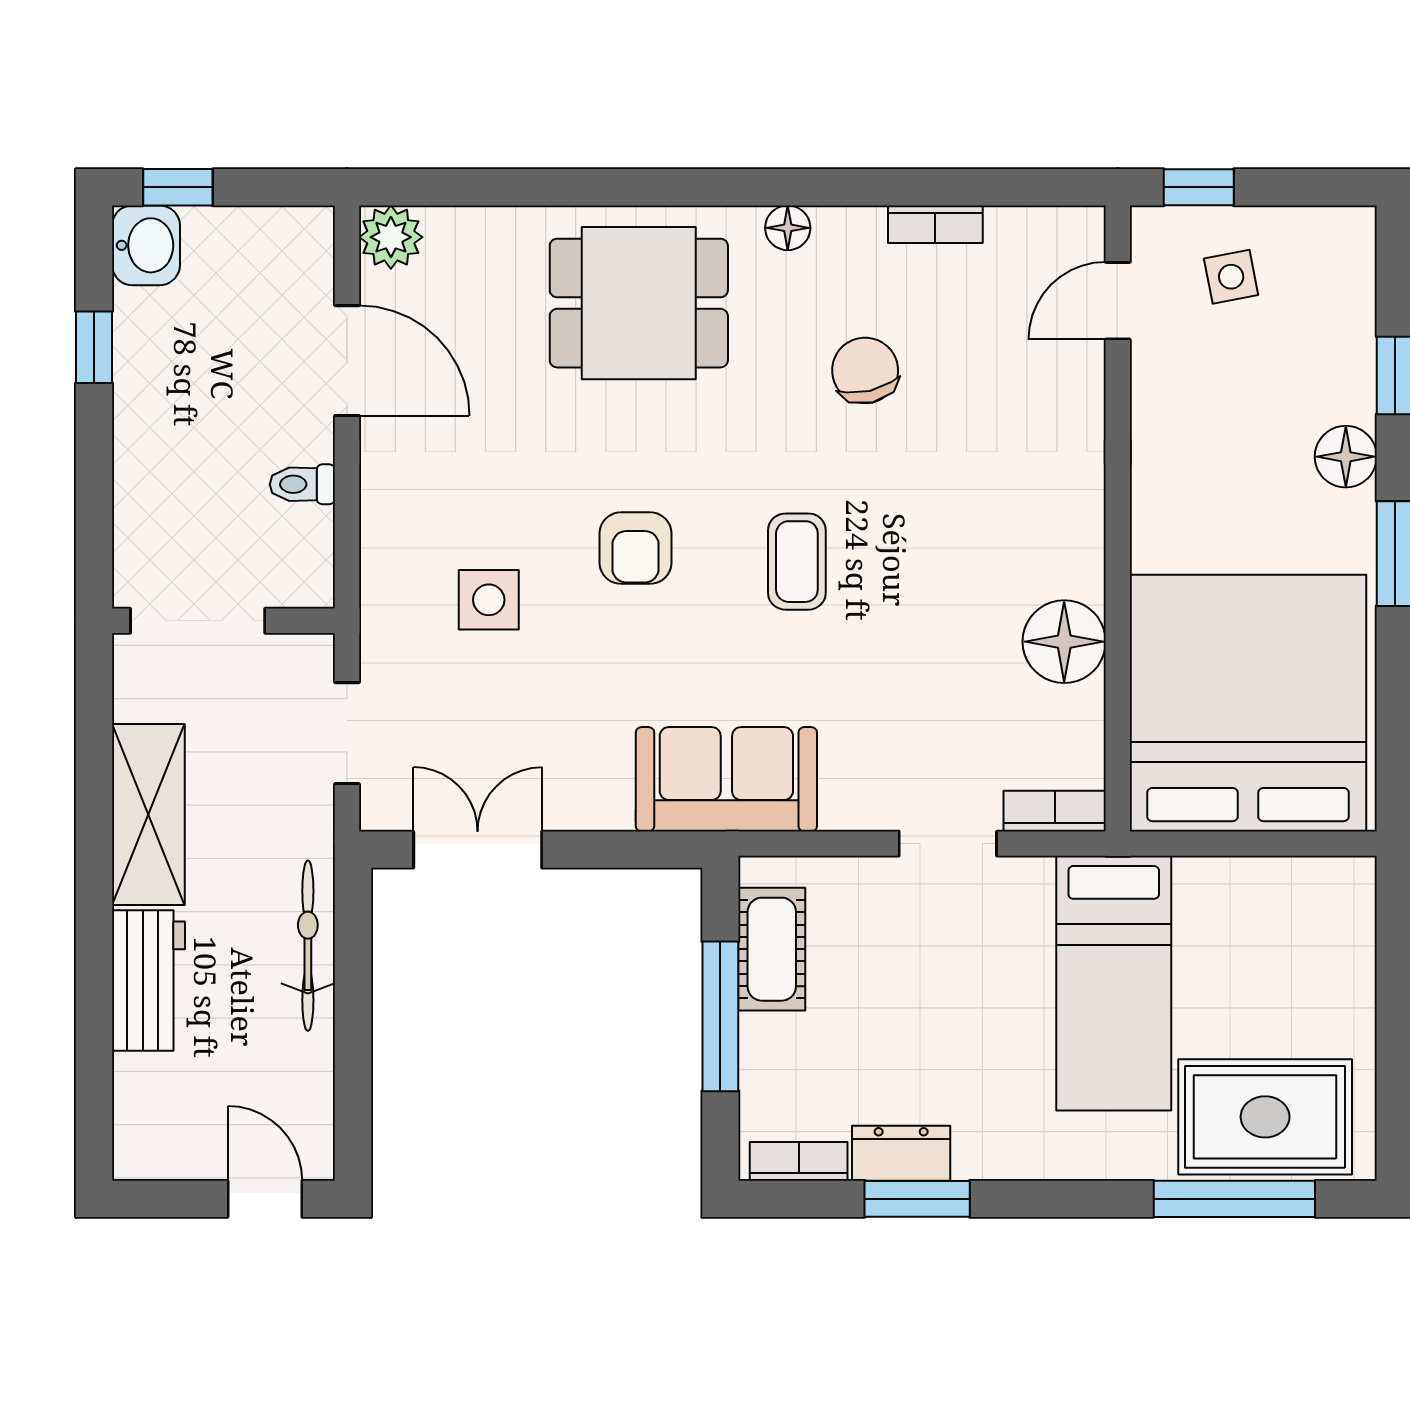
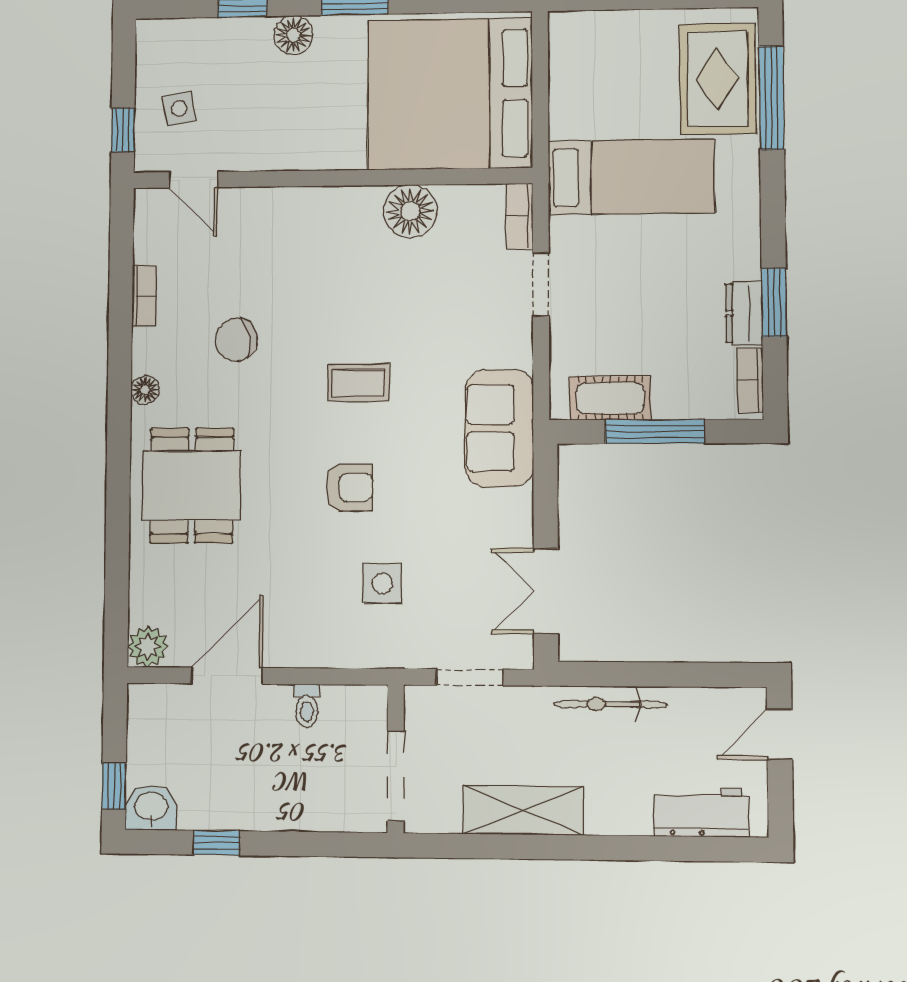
workbench: (149, 980) -> (701, 812), moved

